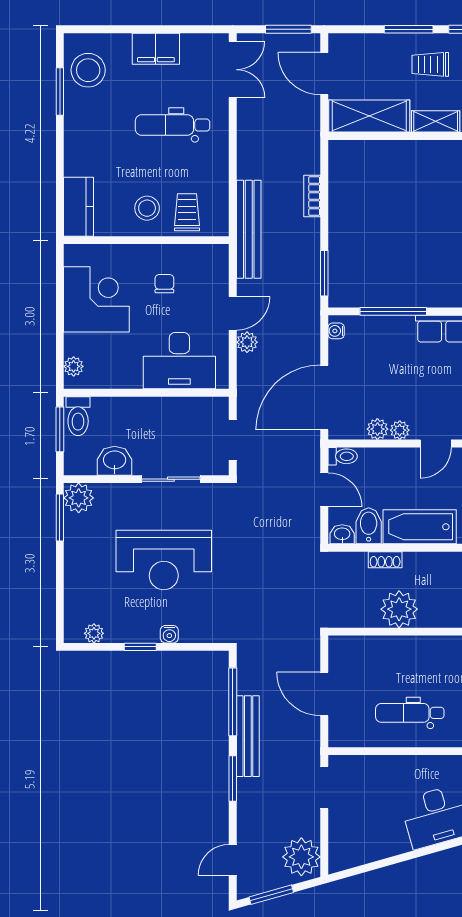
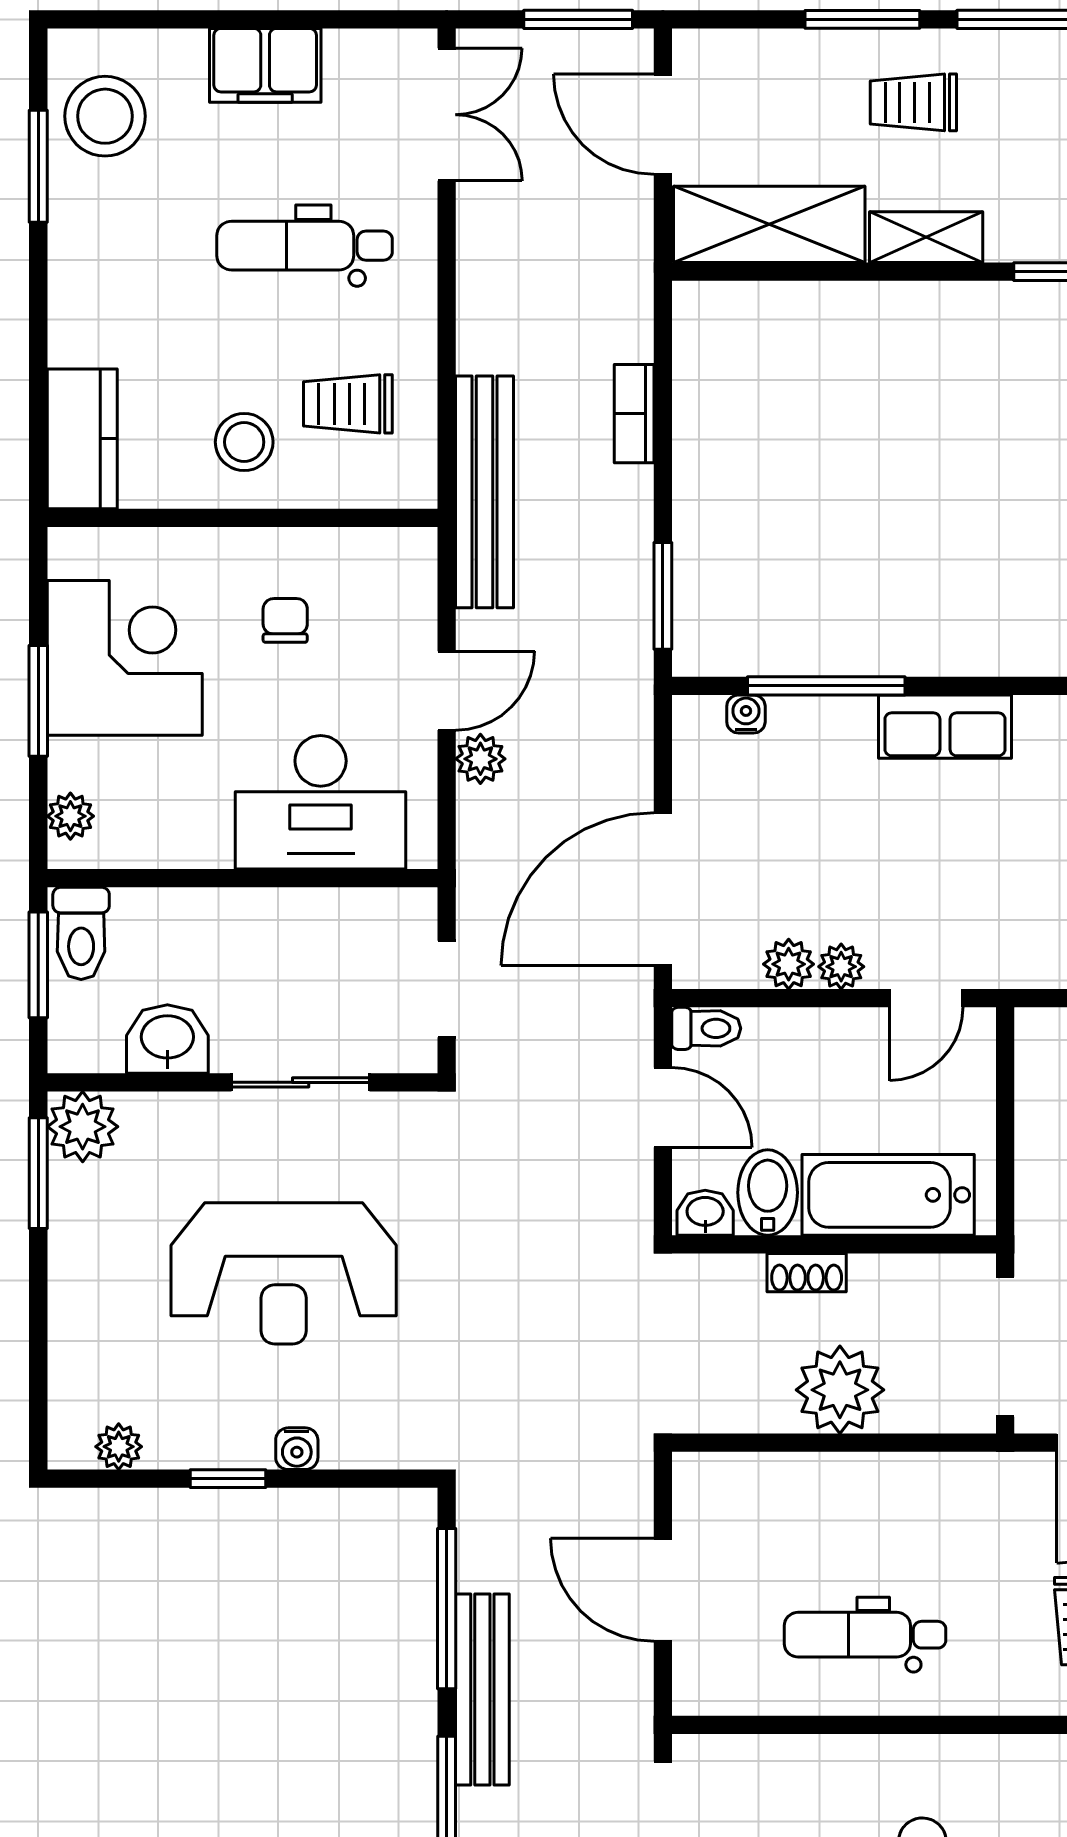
trolley: (187, 212) -> (348, 404), moved, turned -90
window: (60, 318) -> (38, 701), added
water cooler: (336, 331) -> (746, 714), moved, turned 90

